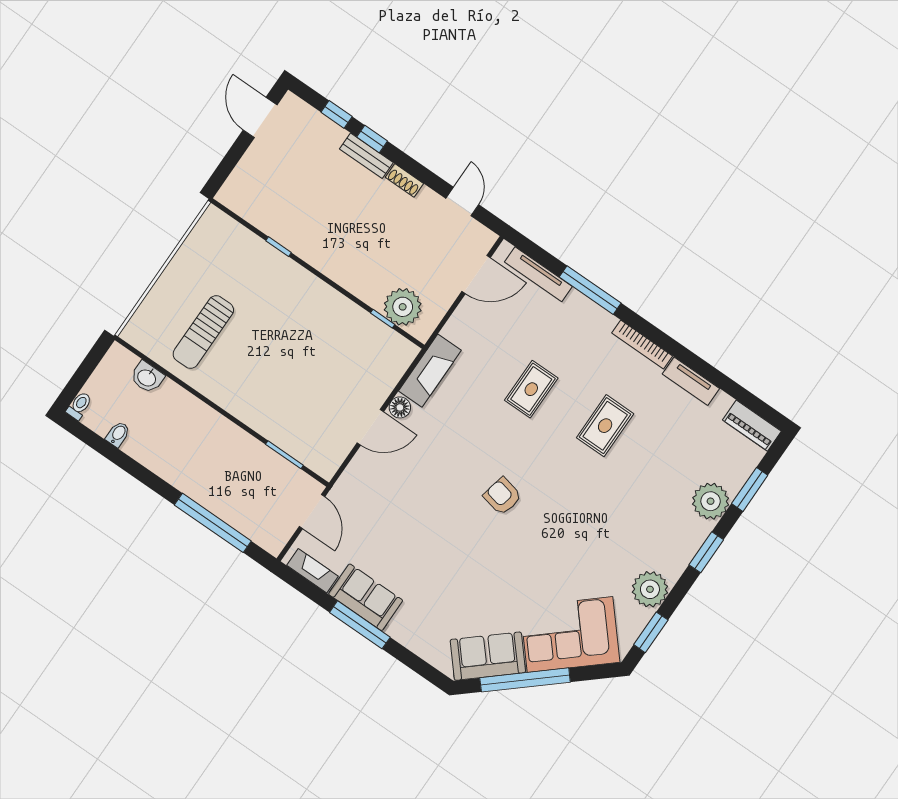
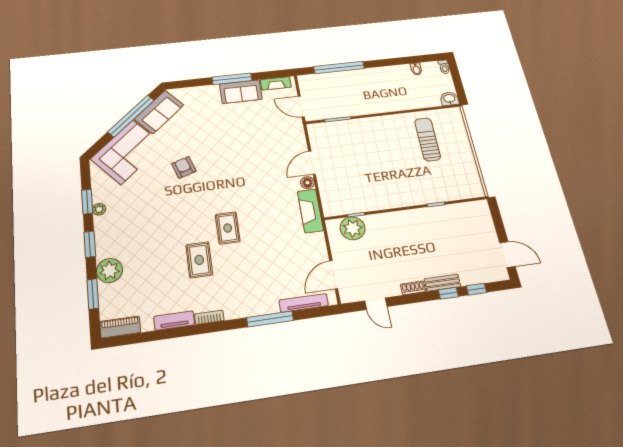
bookcase: (642, 344) -> (209, 317), width x0.64
washbasin: (147, 377) -> (449, 99), moved
rug: (531, 389) -> (228, 228), moved
armchair: (502, 496) -> (184, 167), moved, turned -120
plant: (650, 589) -> (99, 209), width x0.53, depth x0.53
window: (651, 632) -> (87, 202), moved

